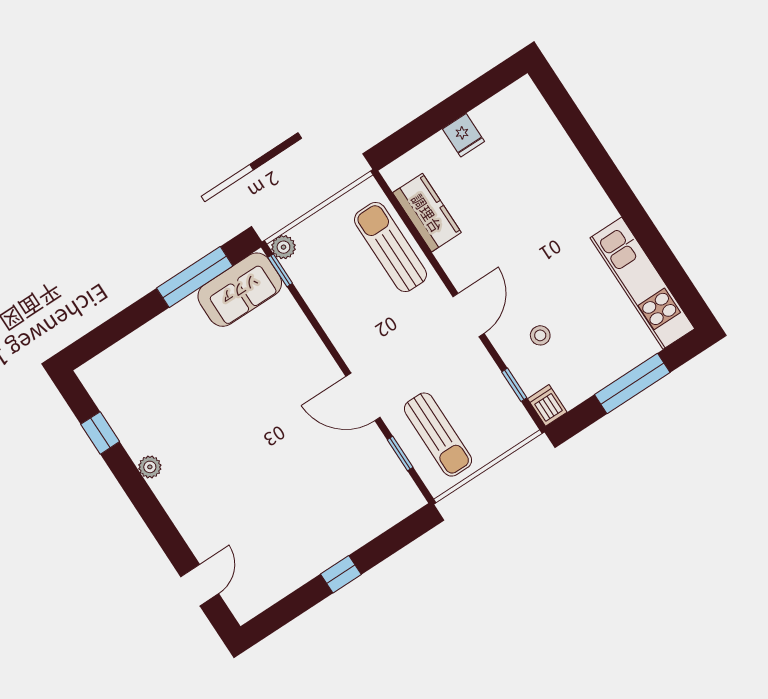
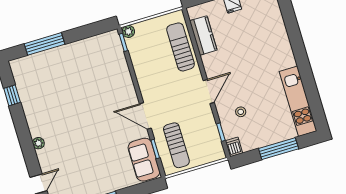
window: (195, 277) -> (44, 44), moved
sofa: (240, 290) -> (144, 160), moved, turned 90
plant: (150, 467) -> (38, 143), moved

